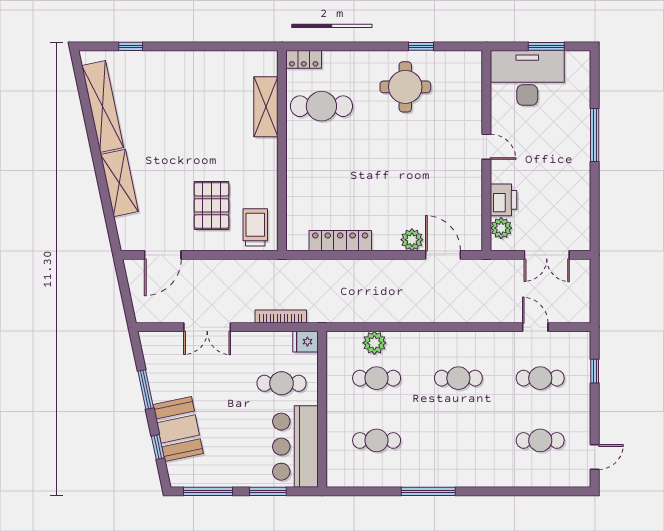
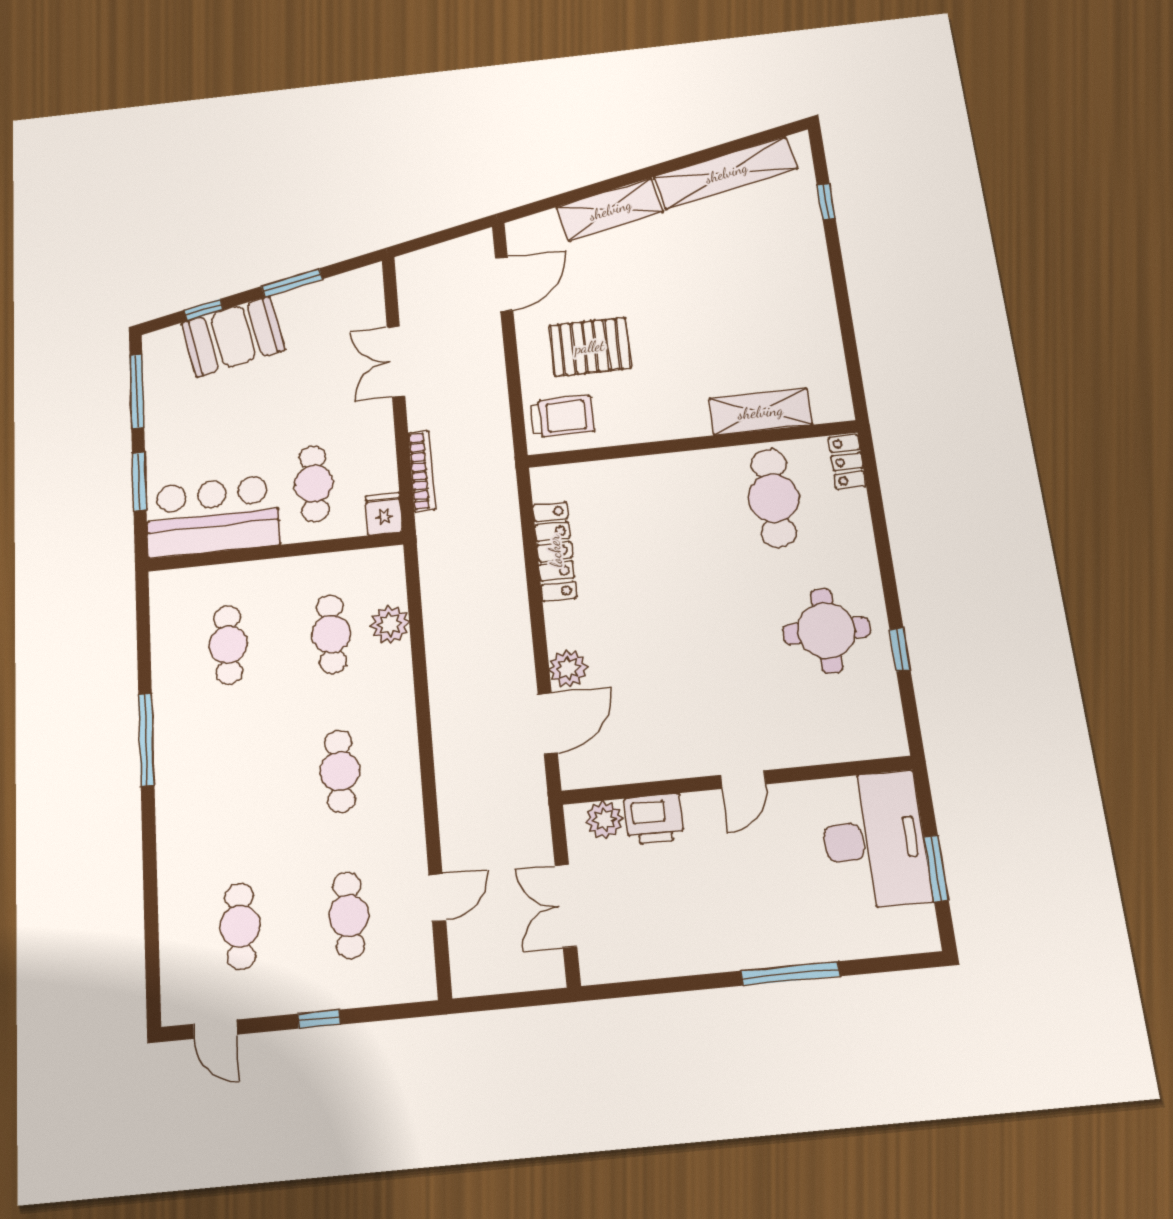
door: (163, 255) -> (504, 284), swing flipped
window: (595, 371) -> (319, 1019), moved

